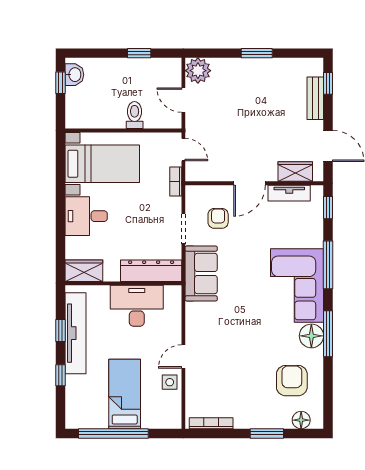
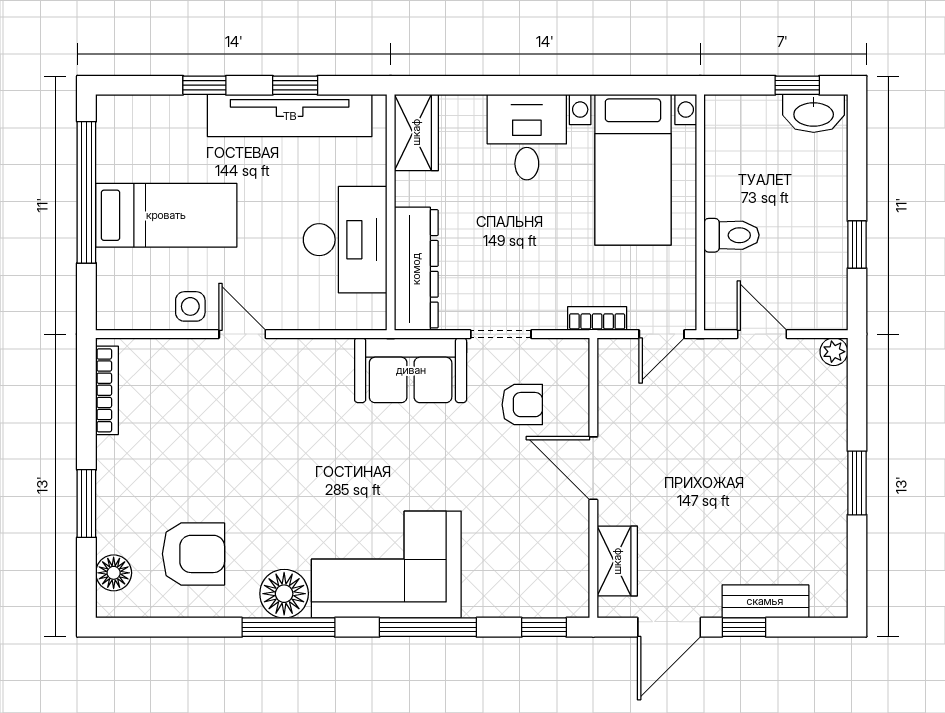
plant: (198, 71) -> (834, 352), width x0.53, depth x0.53
washbasin: (74, 75) -> (814, 113), width x1.38
window: (328, 83) -> (744, 627), moved
door: (183, 100) -> (762, 334), hinge flipped
tv unit: (289, 193) -> (573, 549), removed

